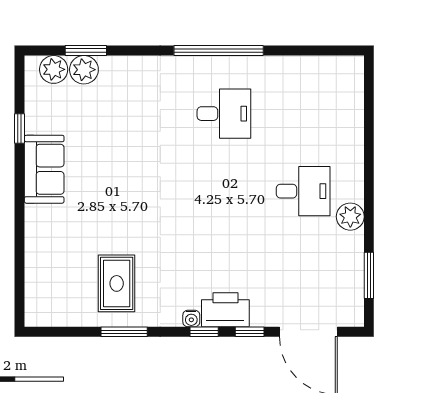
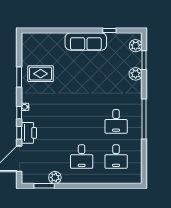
plant: (84, 70) -> (136, 74), moved
desk: (303, 114) -> (116, 157), added
sofa: (44, 169) -> (86, 41), width x1.36
plant: (350, 217) -> (55, 177), moved
printer: (225, 310) -> (29, 133), moved

